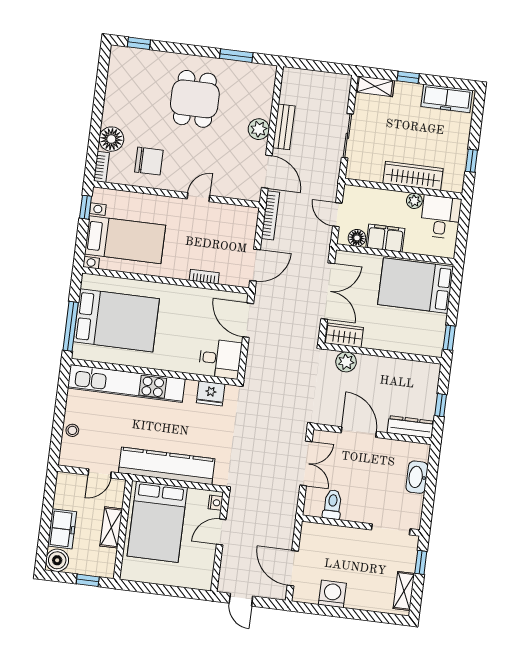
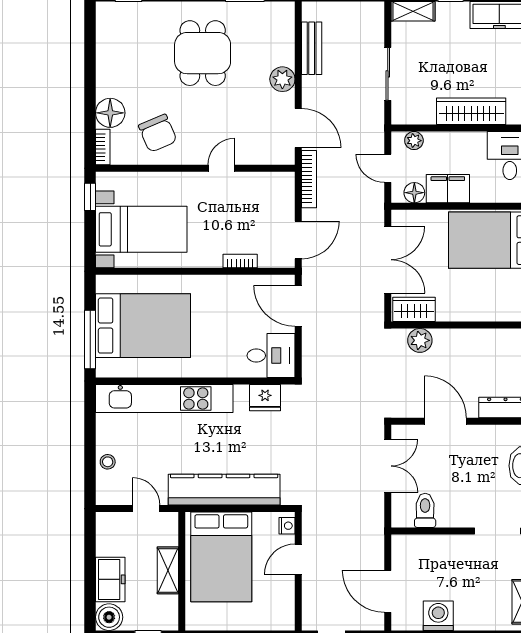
bench: (284, 127) -> (312, 48), moved
chair: (149, 161) -> (158, 133), turned 67
plant: (414, 201) -> (414, 141), moved
door: (100, 474) -> (146, 509), swing flipped

